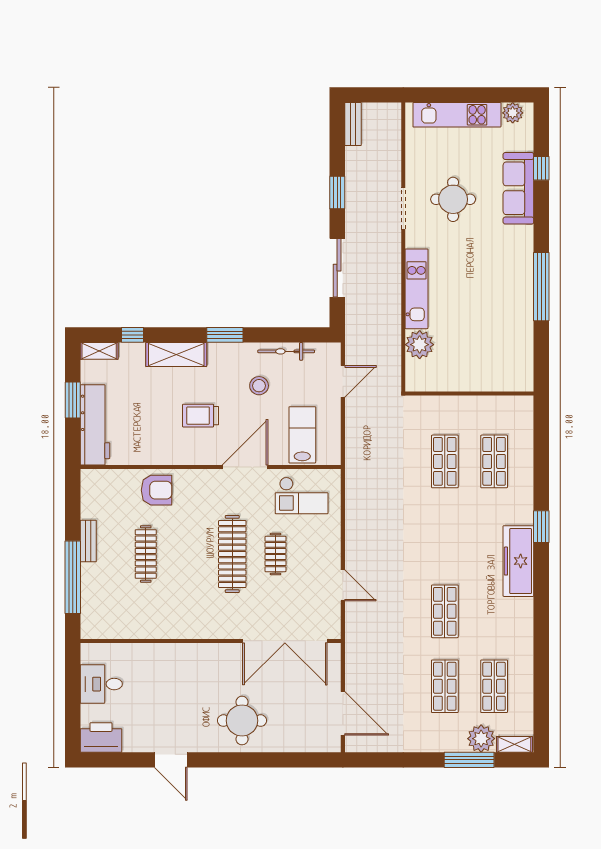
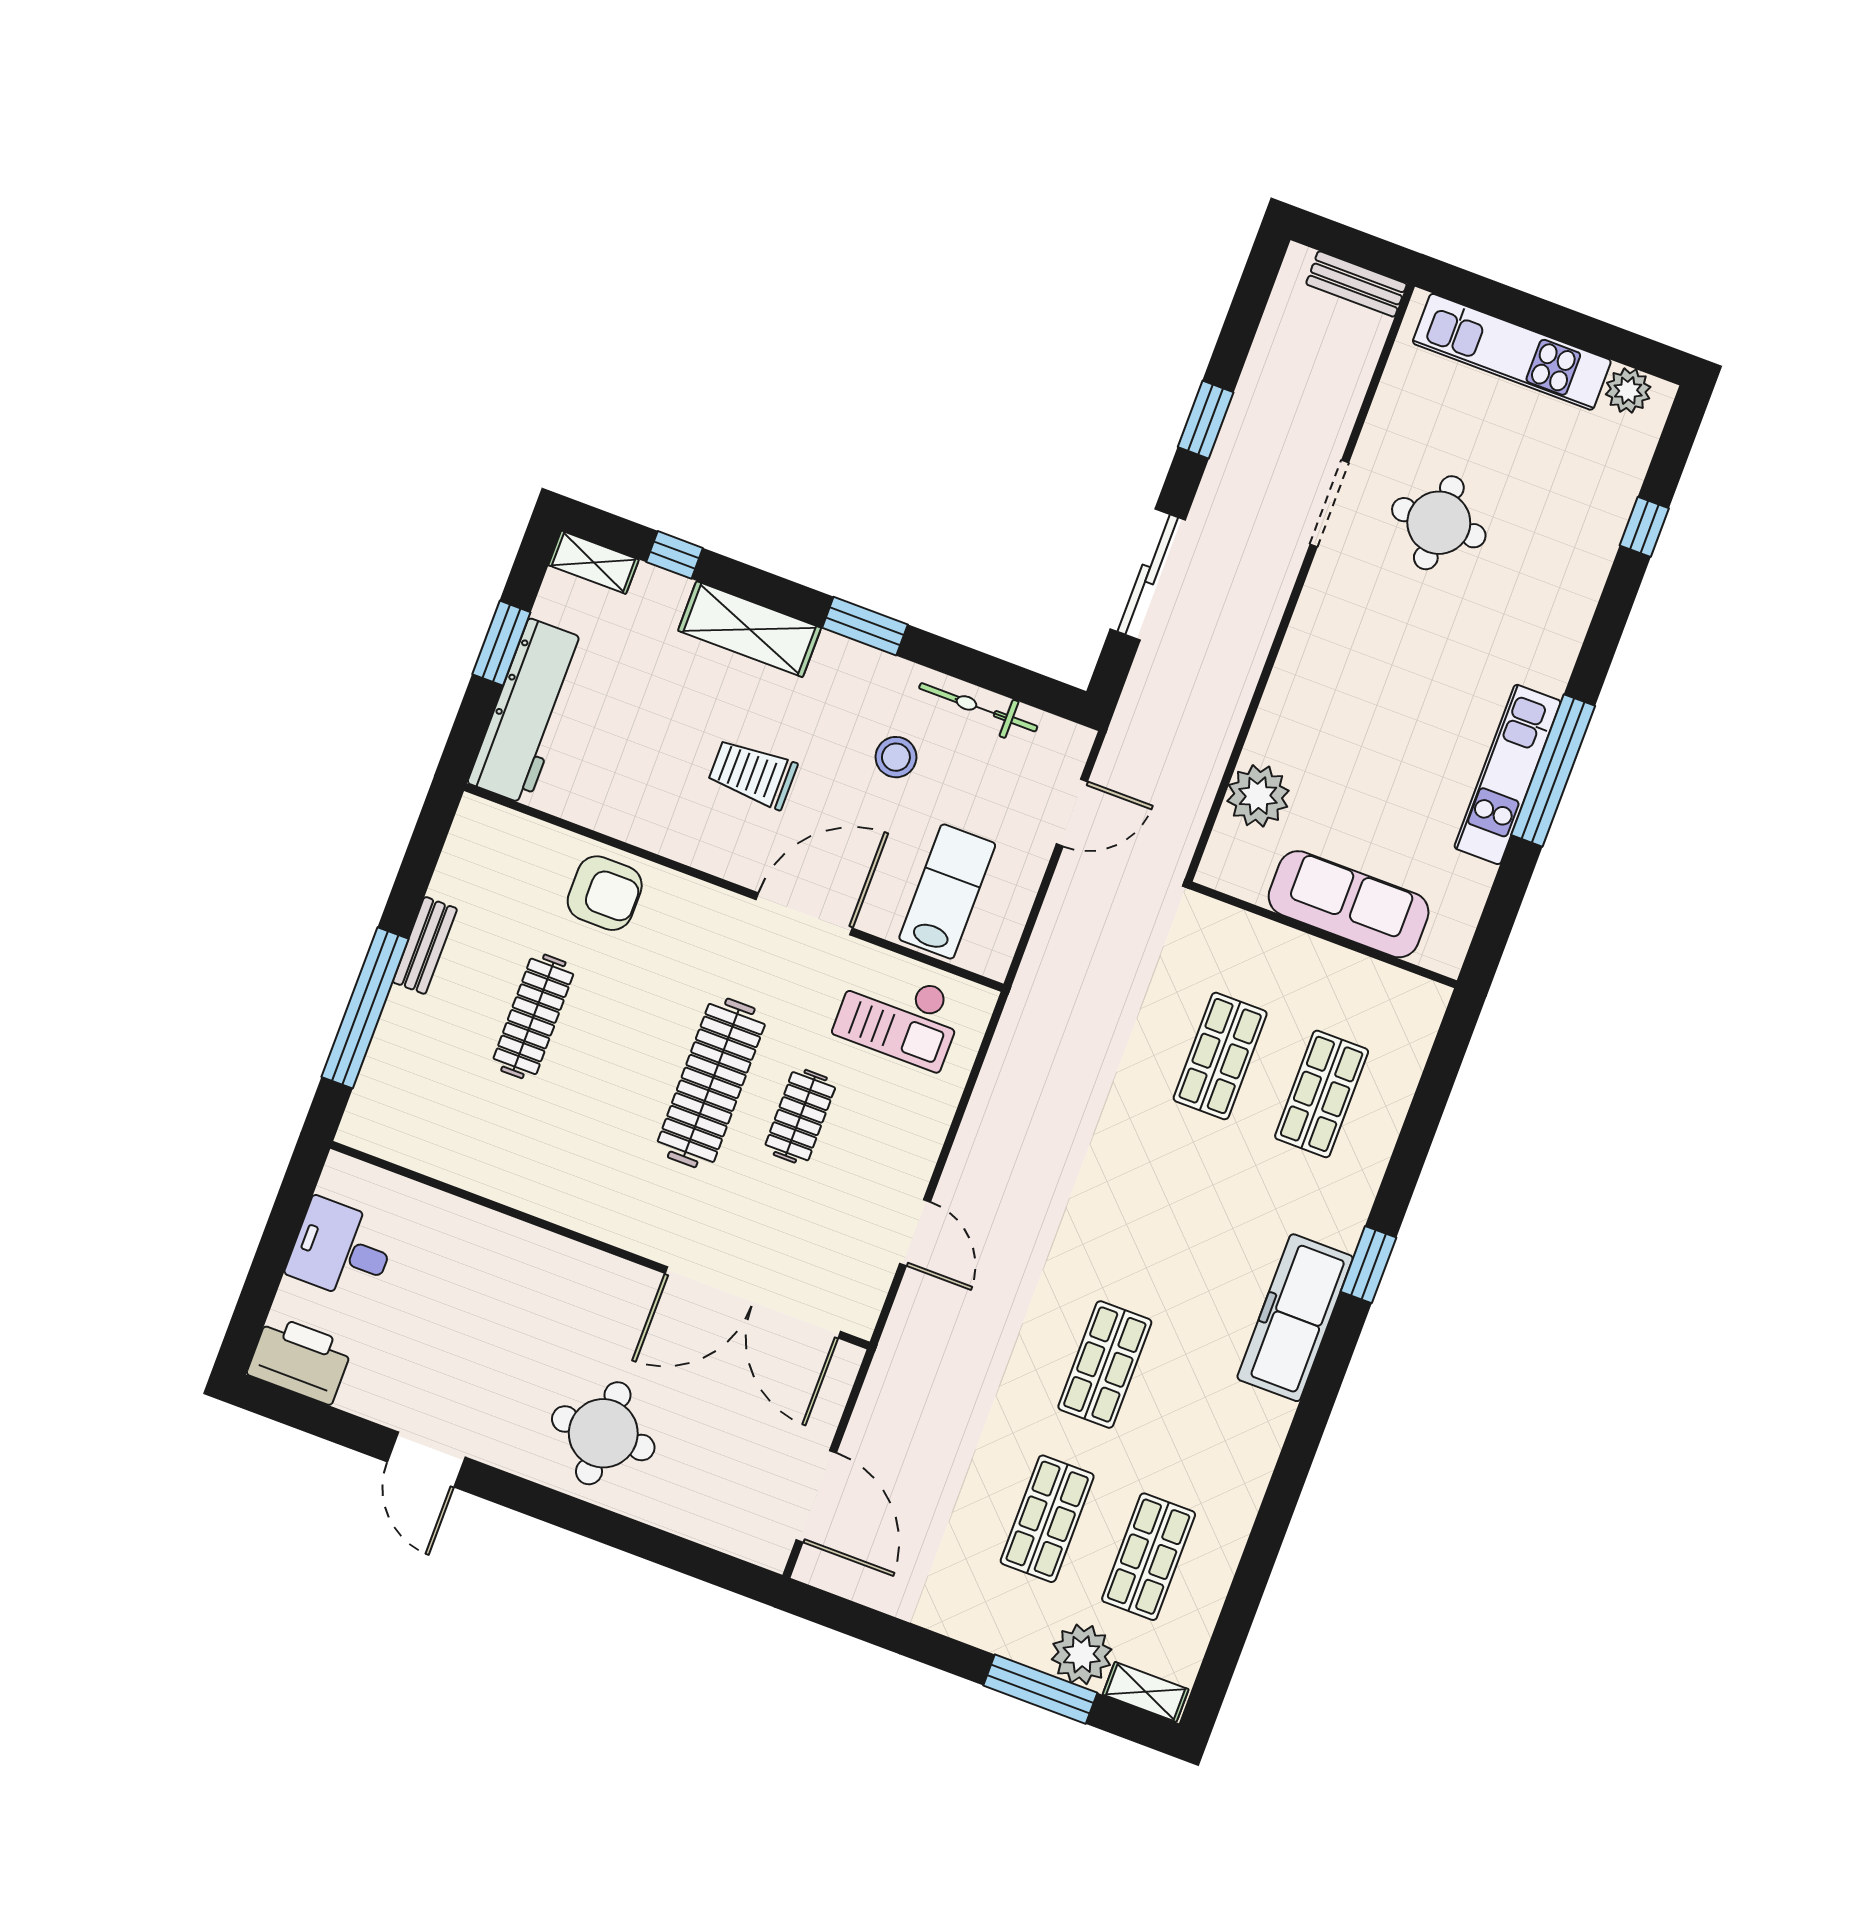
bench: (353, 124) -> (1356, 284), moved, turned 90
sofa: (518, 188) -> (1349, 904), moved, turned 90
kitchen unit: (416, 289) -> (1507, 774), moved, turned 180

